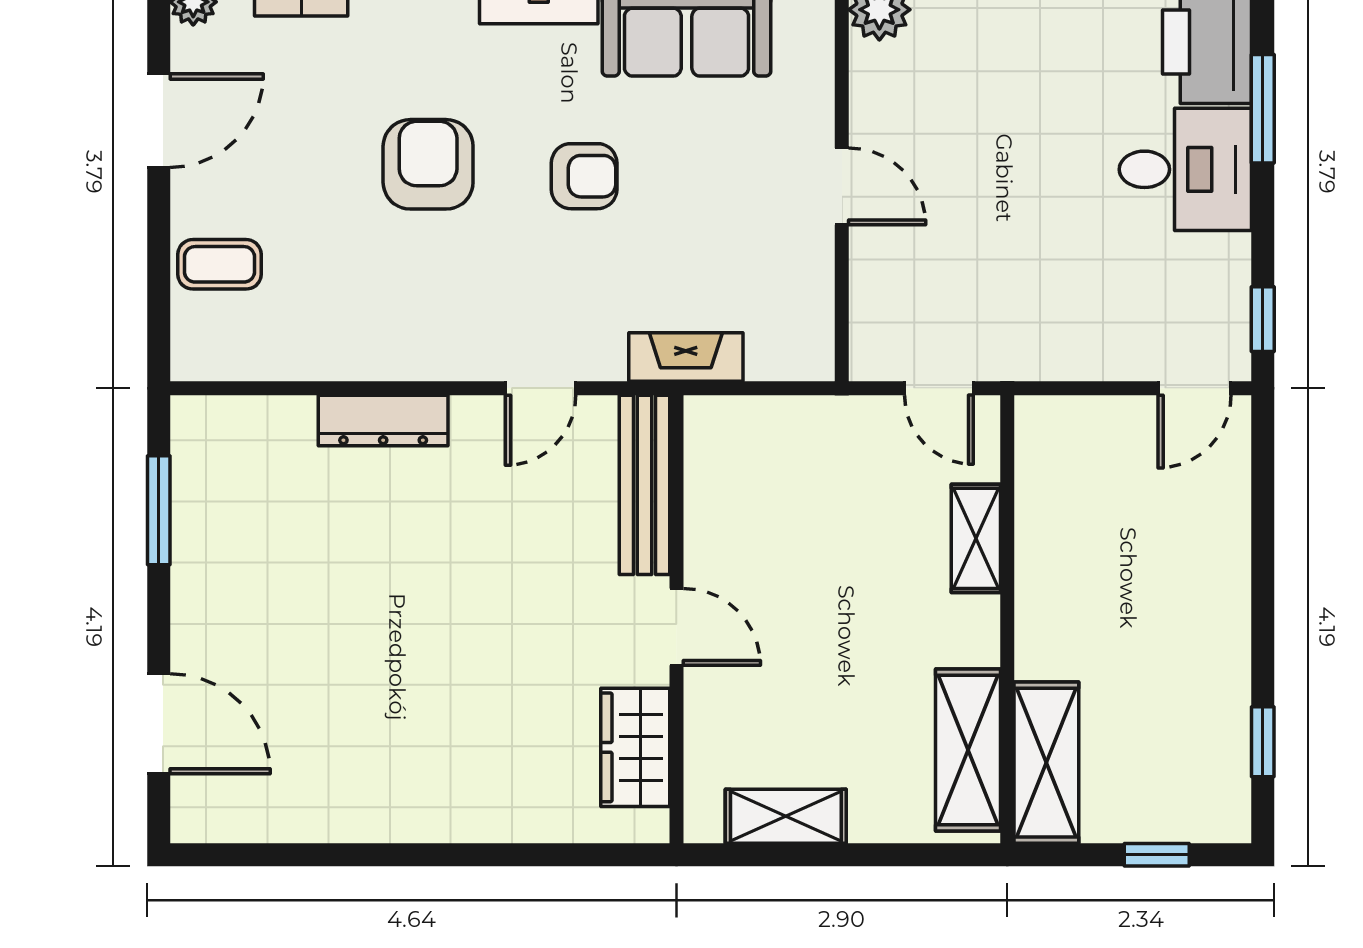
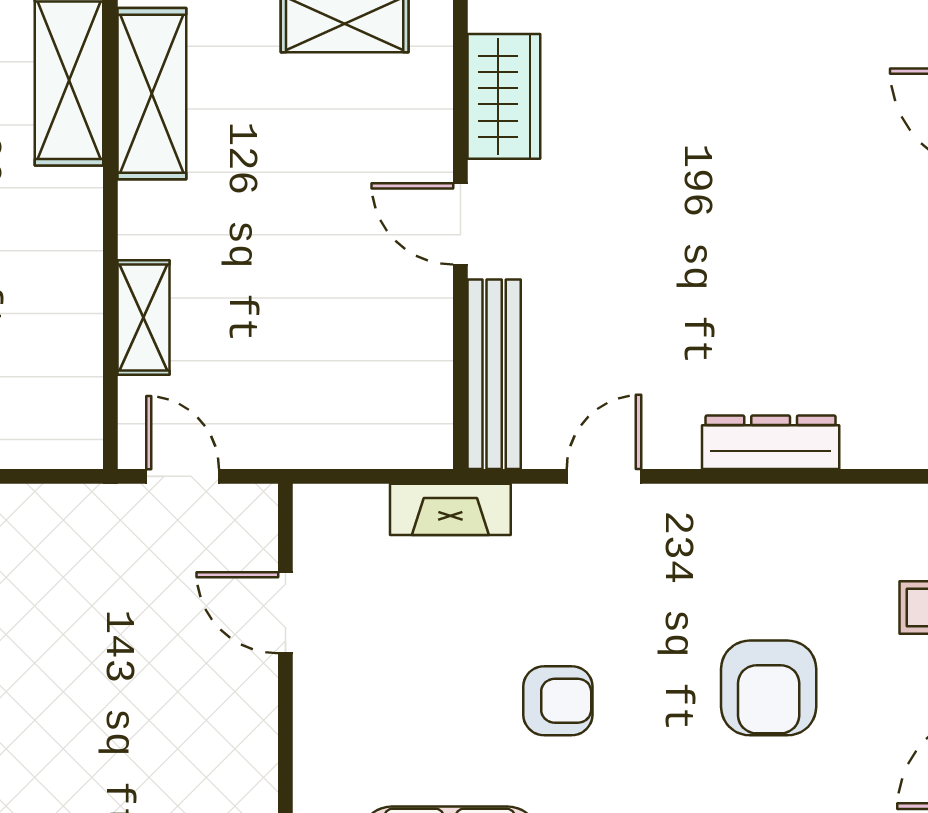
armchair: (428, 164) -> (769, 688), moved
armchair: (584, 176) -> (558, 701), turned 180
door: (842, 186) -> (285, 613), moved

